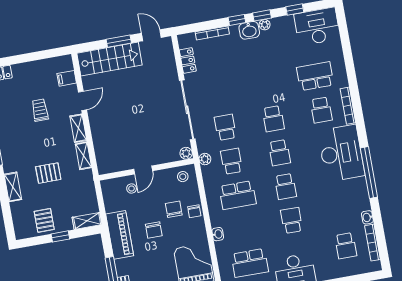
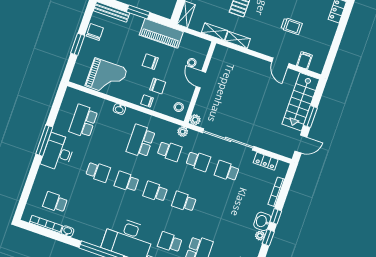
school desk: (219, 93) -> (227, 171), added
shelving: (78, 128) -> (215, 32), moved

